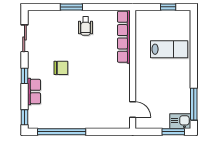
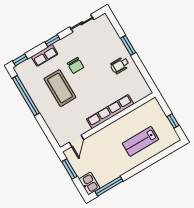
row of seats: (124, 37) -> (110, 112), moved
lab bench: (169, 49) -> (140, 141), turned 90
coffee table: (73, 95) -> (60, 88), added
window: (173, 132) -> (69, 169), moved

